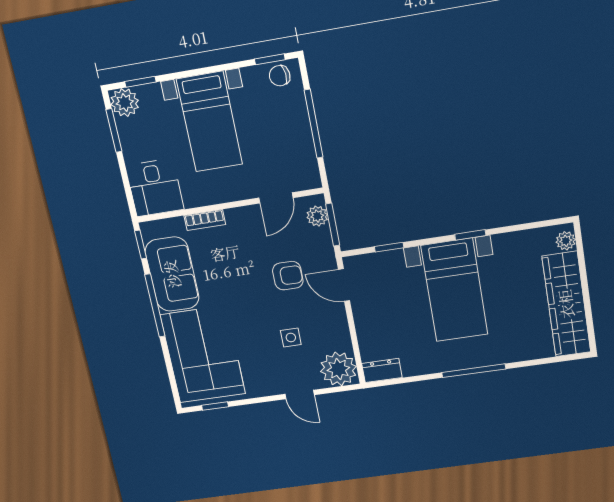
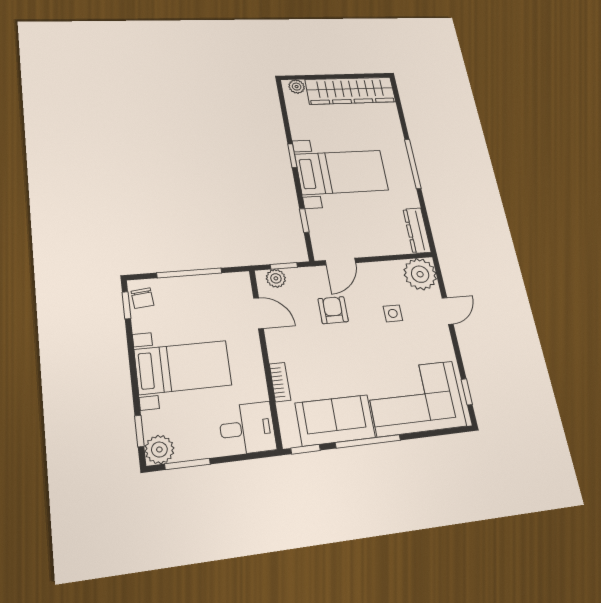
window: (333, 225) -> (284, 266), width x0.67
dresser: (382, 370) -> (417, 230), width x1.44

